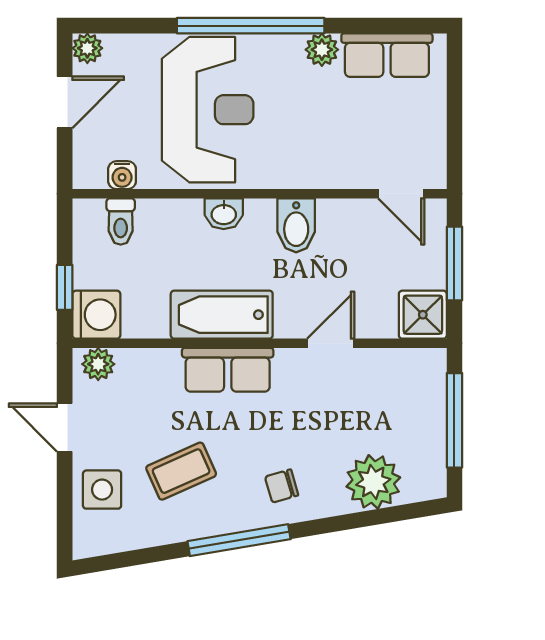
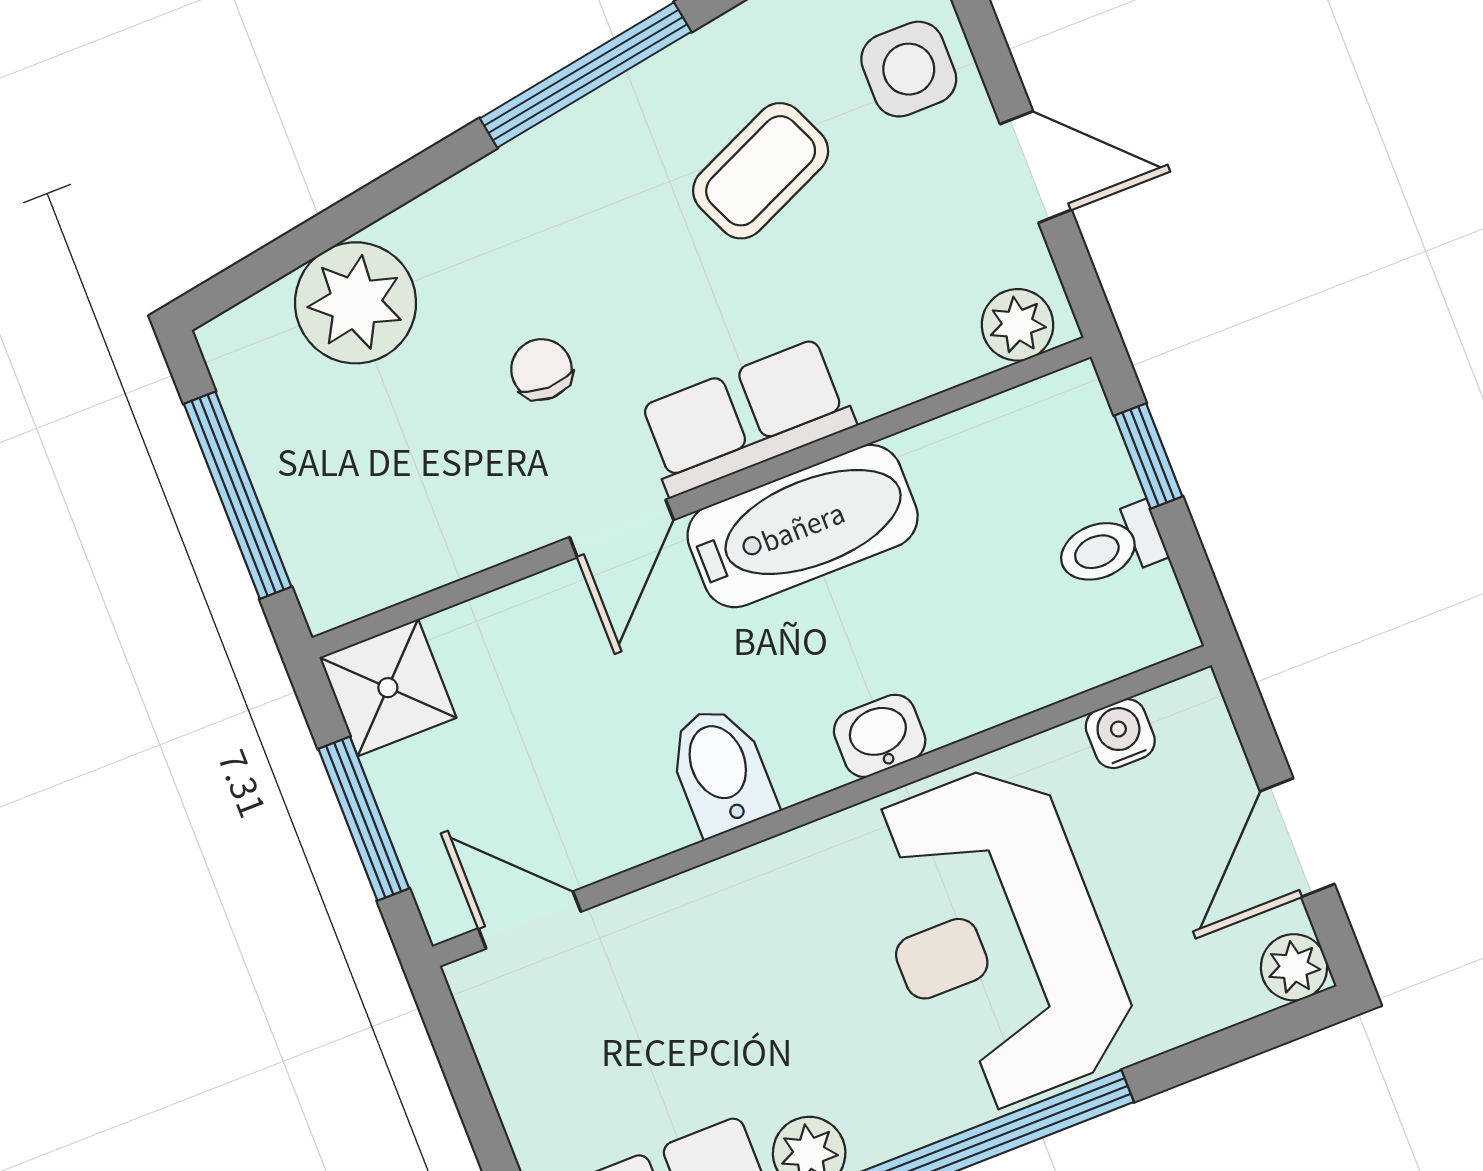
toilet: (121, 221) -> (1110, 546), moved, turned -90
washing machine: (96, 315) -> (1061, 425), removed
door: (331, 343) -> (622, 529), moved
chair: (282, 486) -> (541, 369), moved, turned -74

